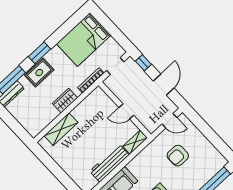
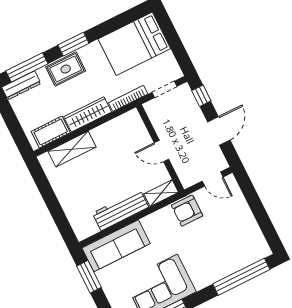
wardrobe: (65, 101) -> (88, 114), width x1.50
cot: (42, 121) -> (51, 132), added
armchair: (178, 156) -> (187, 211), moved

